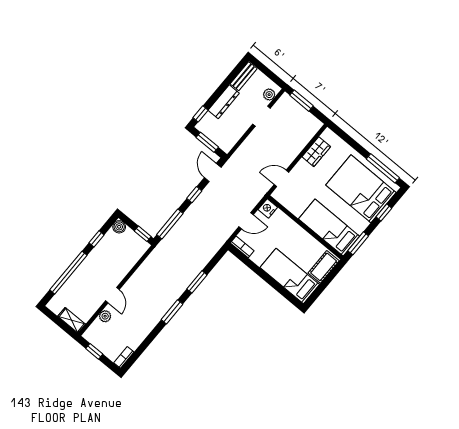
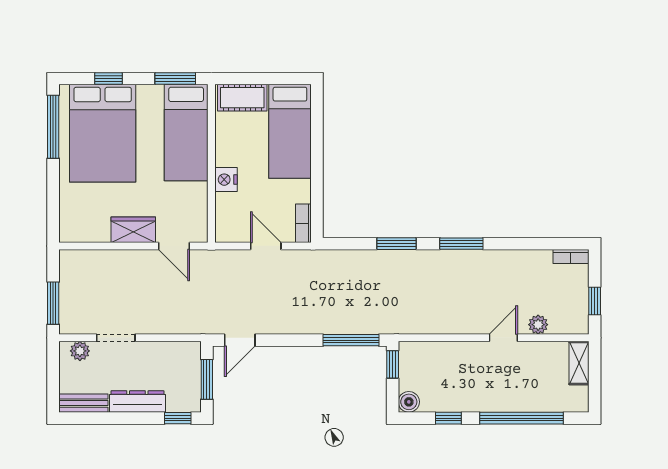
wardrobe: (316, 152) -> (133, 230), moved
window: (194, 195) -> (288, 340), removed
nightstand: (268, 208) -> (226, 180), moved, turned 90

